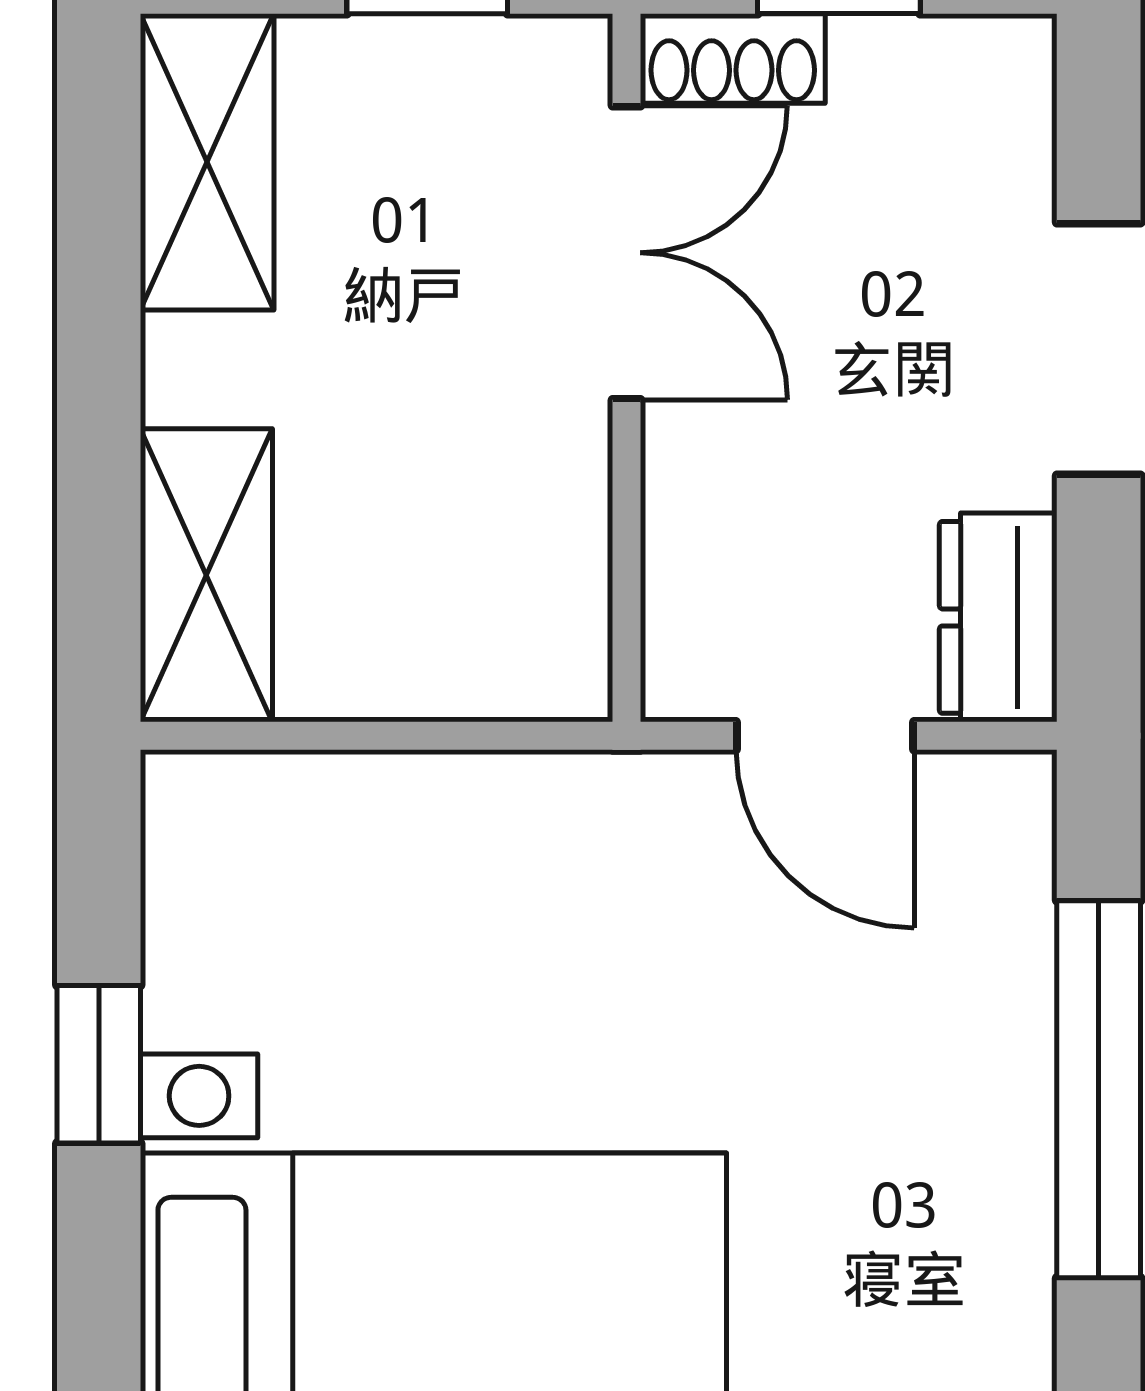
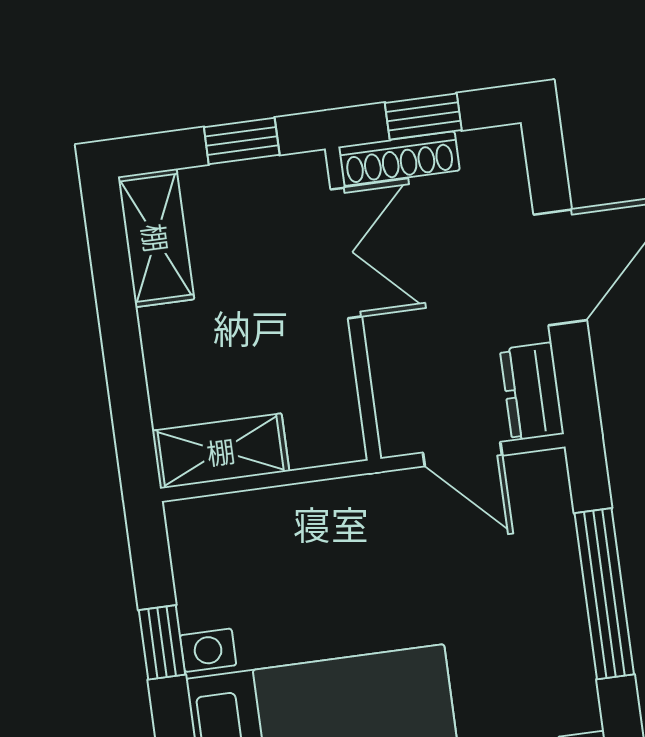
shoe rack: (733, 59) -> (399, 159), width x1.43
shelving: (206, 575) -> (221, 451), moved, turned 90

